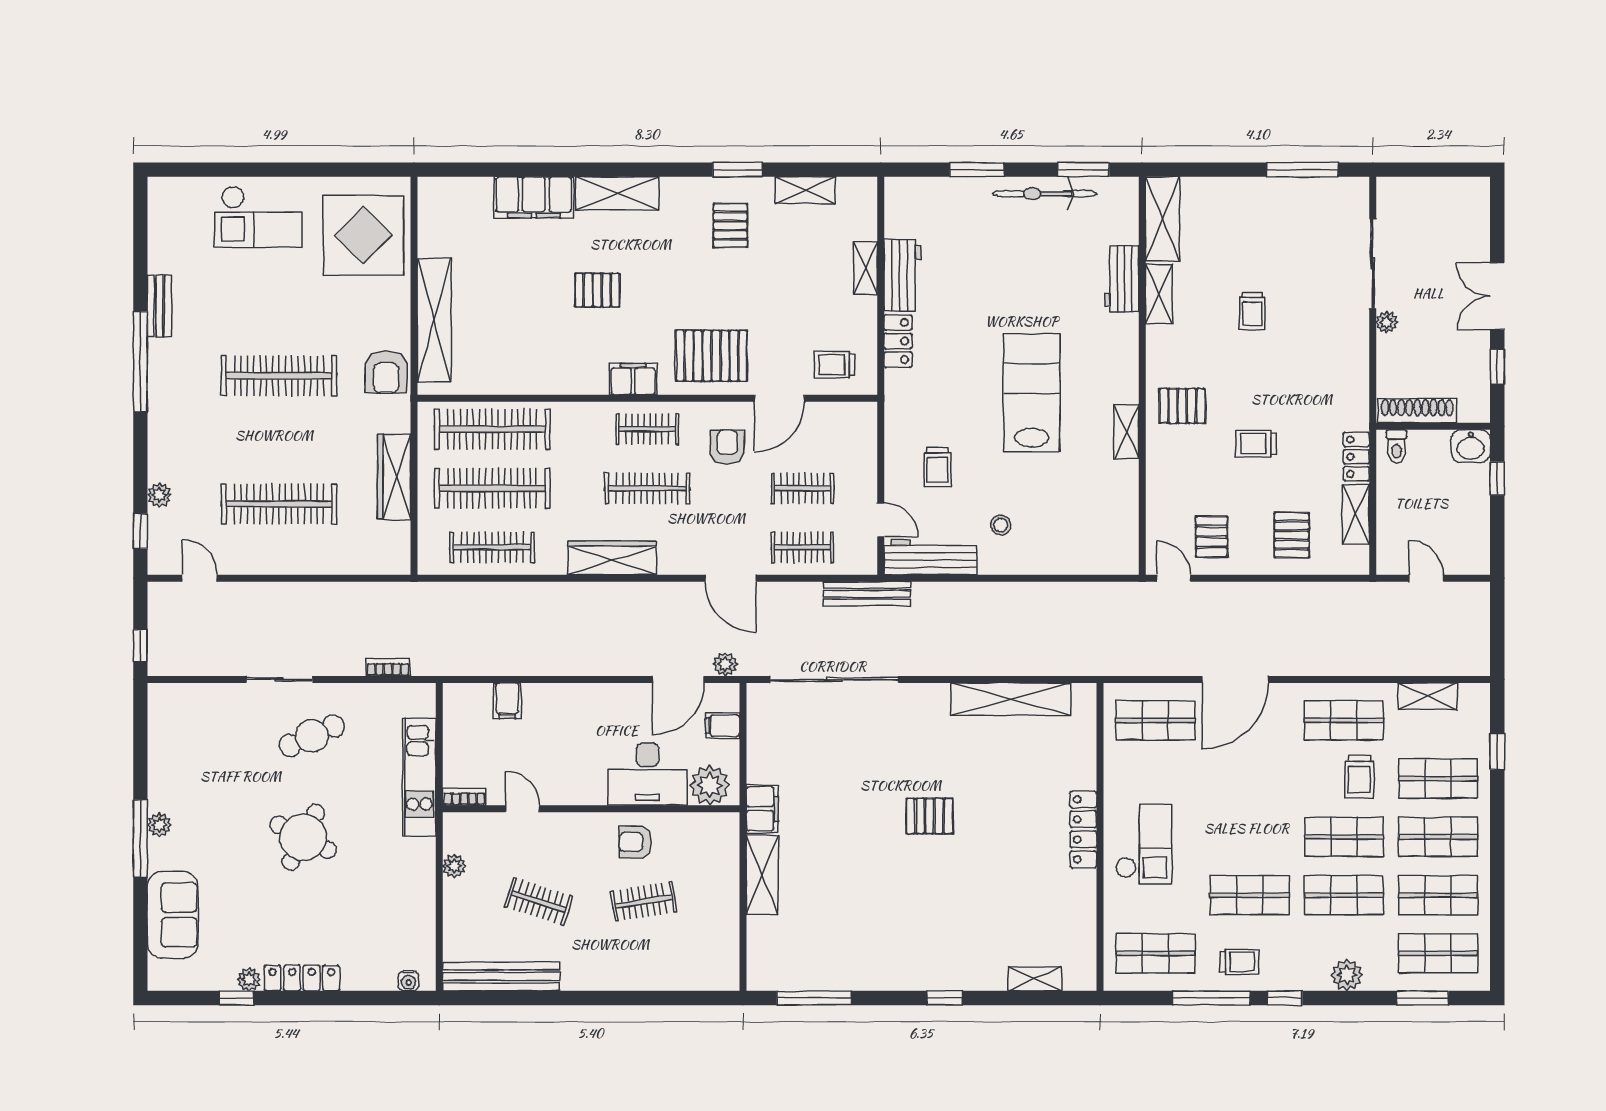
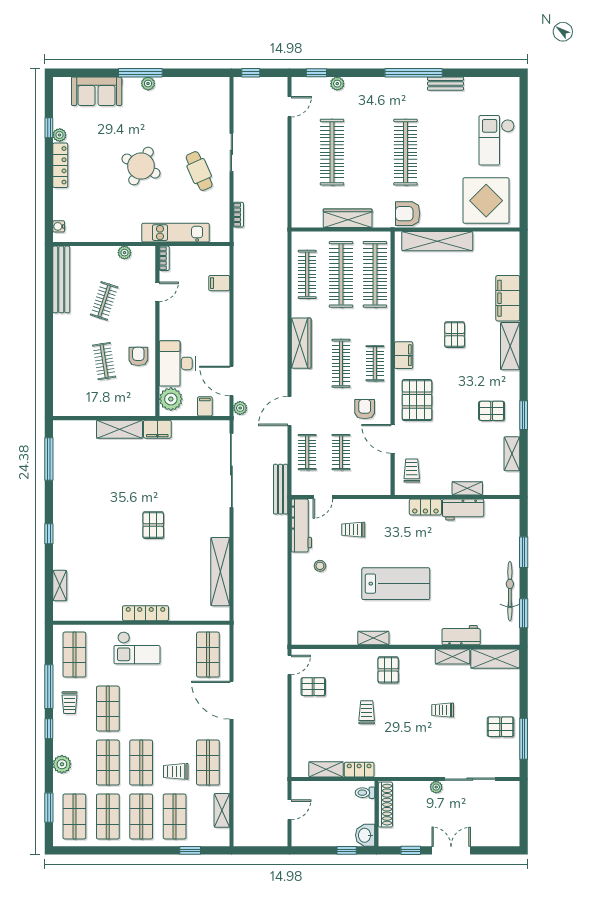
armchair: (727, 447) -> (365, 409), turned -90
pallet: (1292, 535) -> (501, 727), moved

